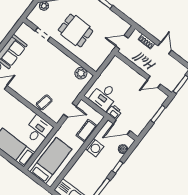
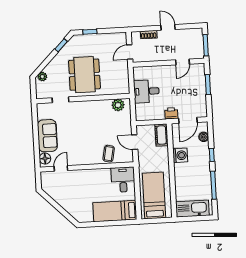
dining table: (76, 31) -> (84, 75), width x1.38
desk: (104, 96) -> (146, 91), moved, turned 90
door: (70, 110) -> (135, 142), swing flipped
cot: (87, 131) -> (162, 135), moved

